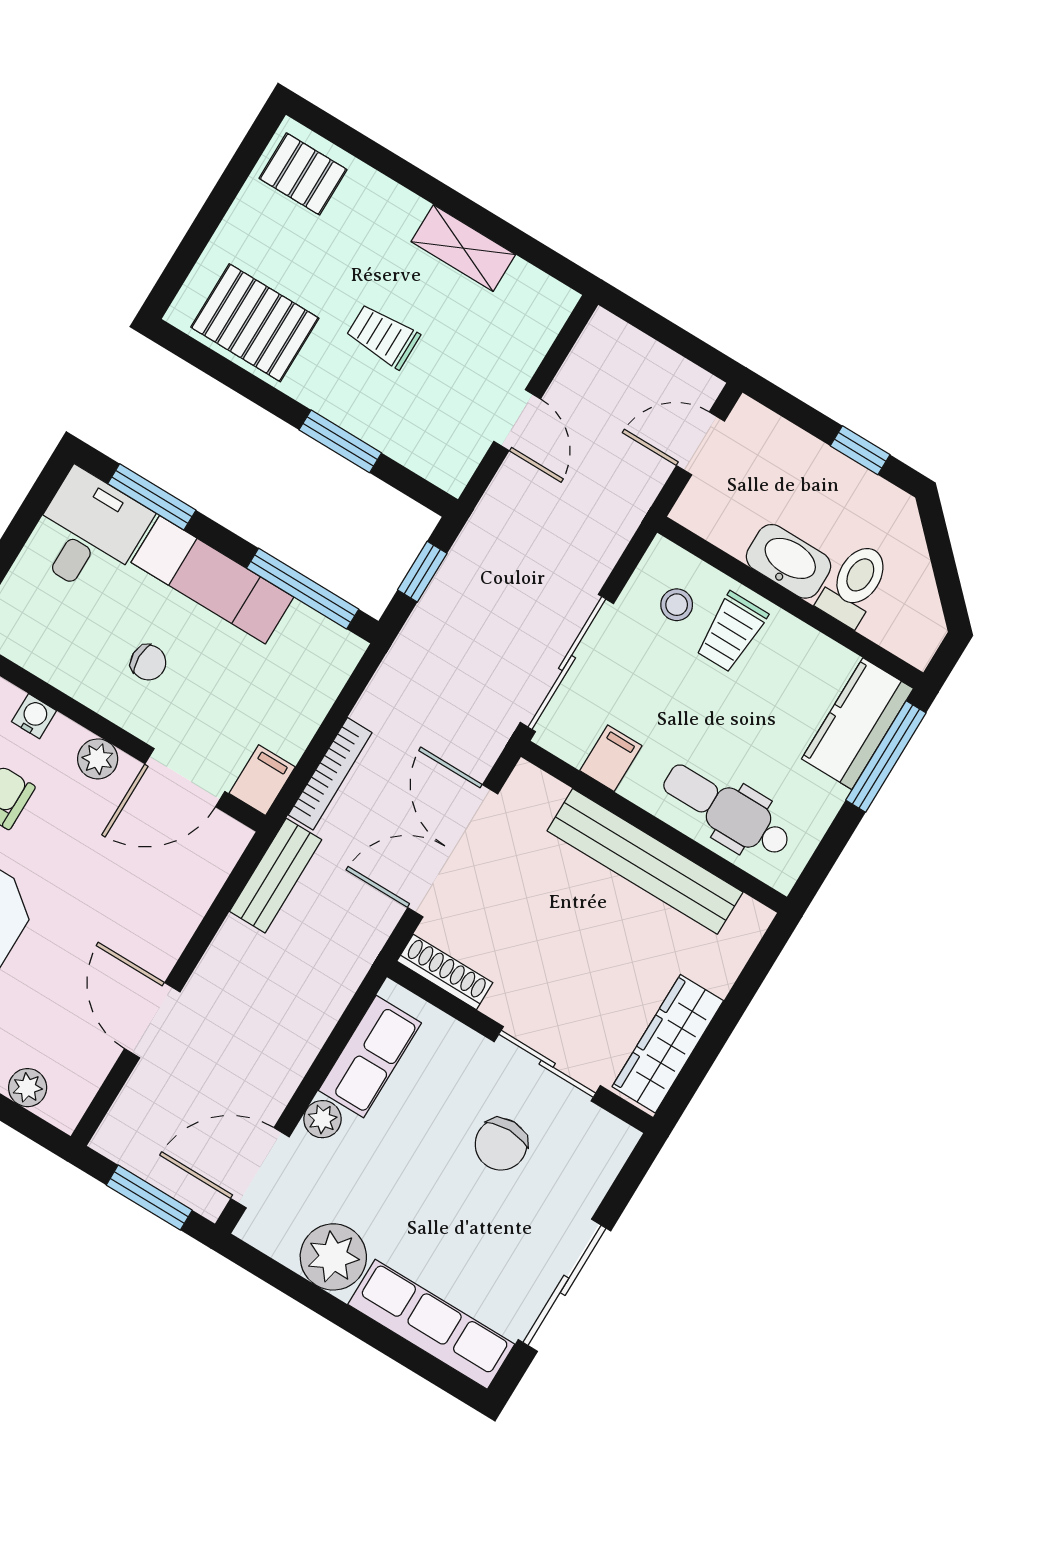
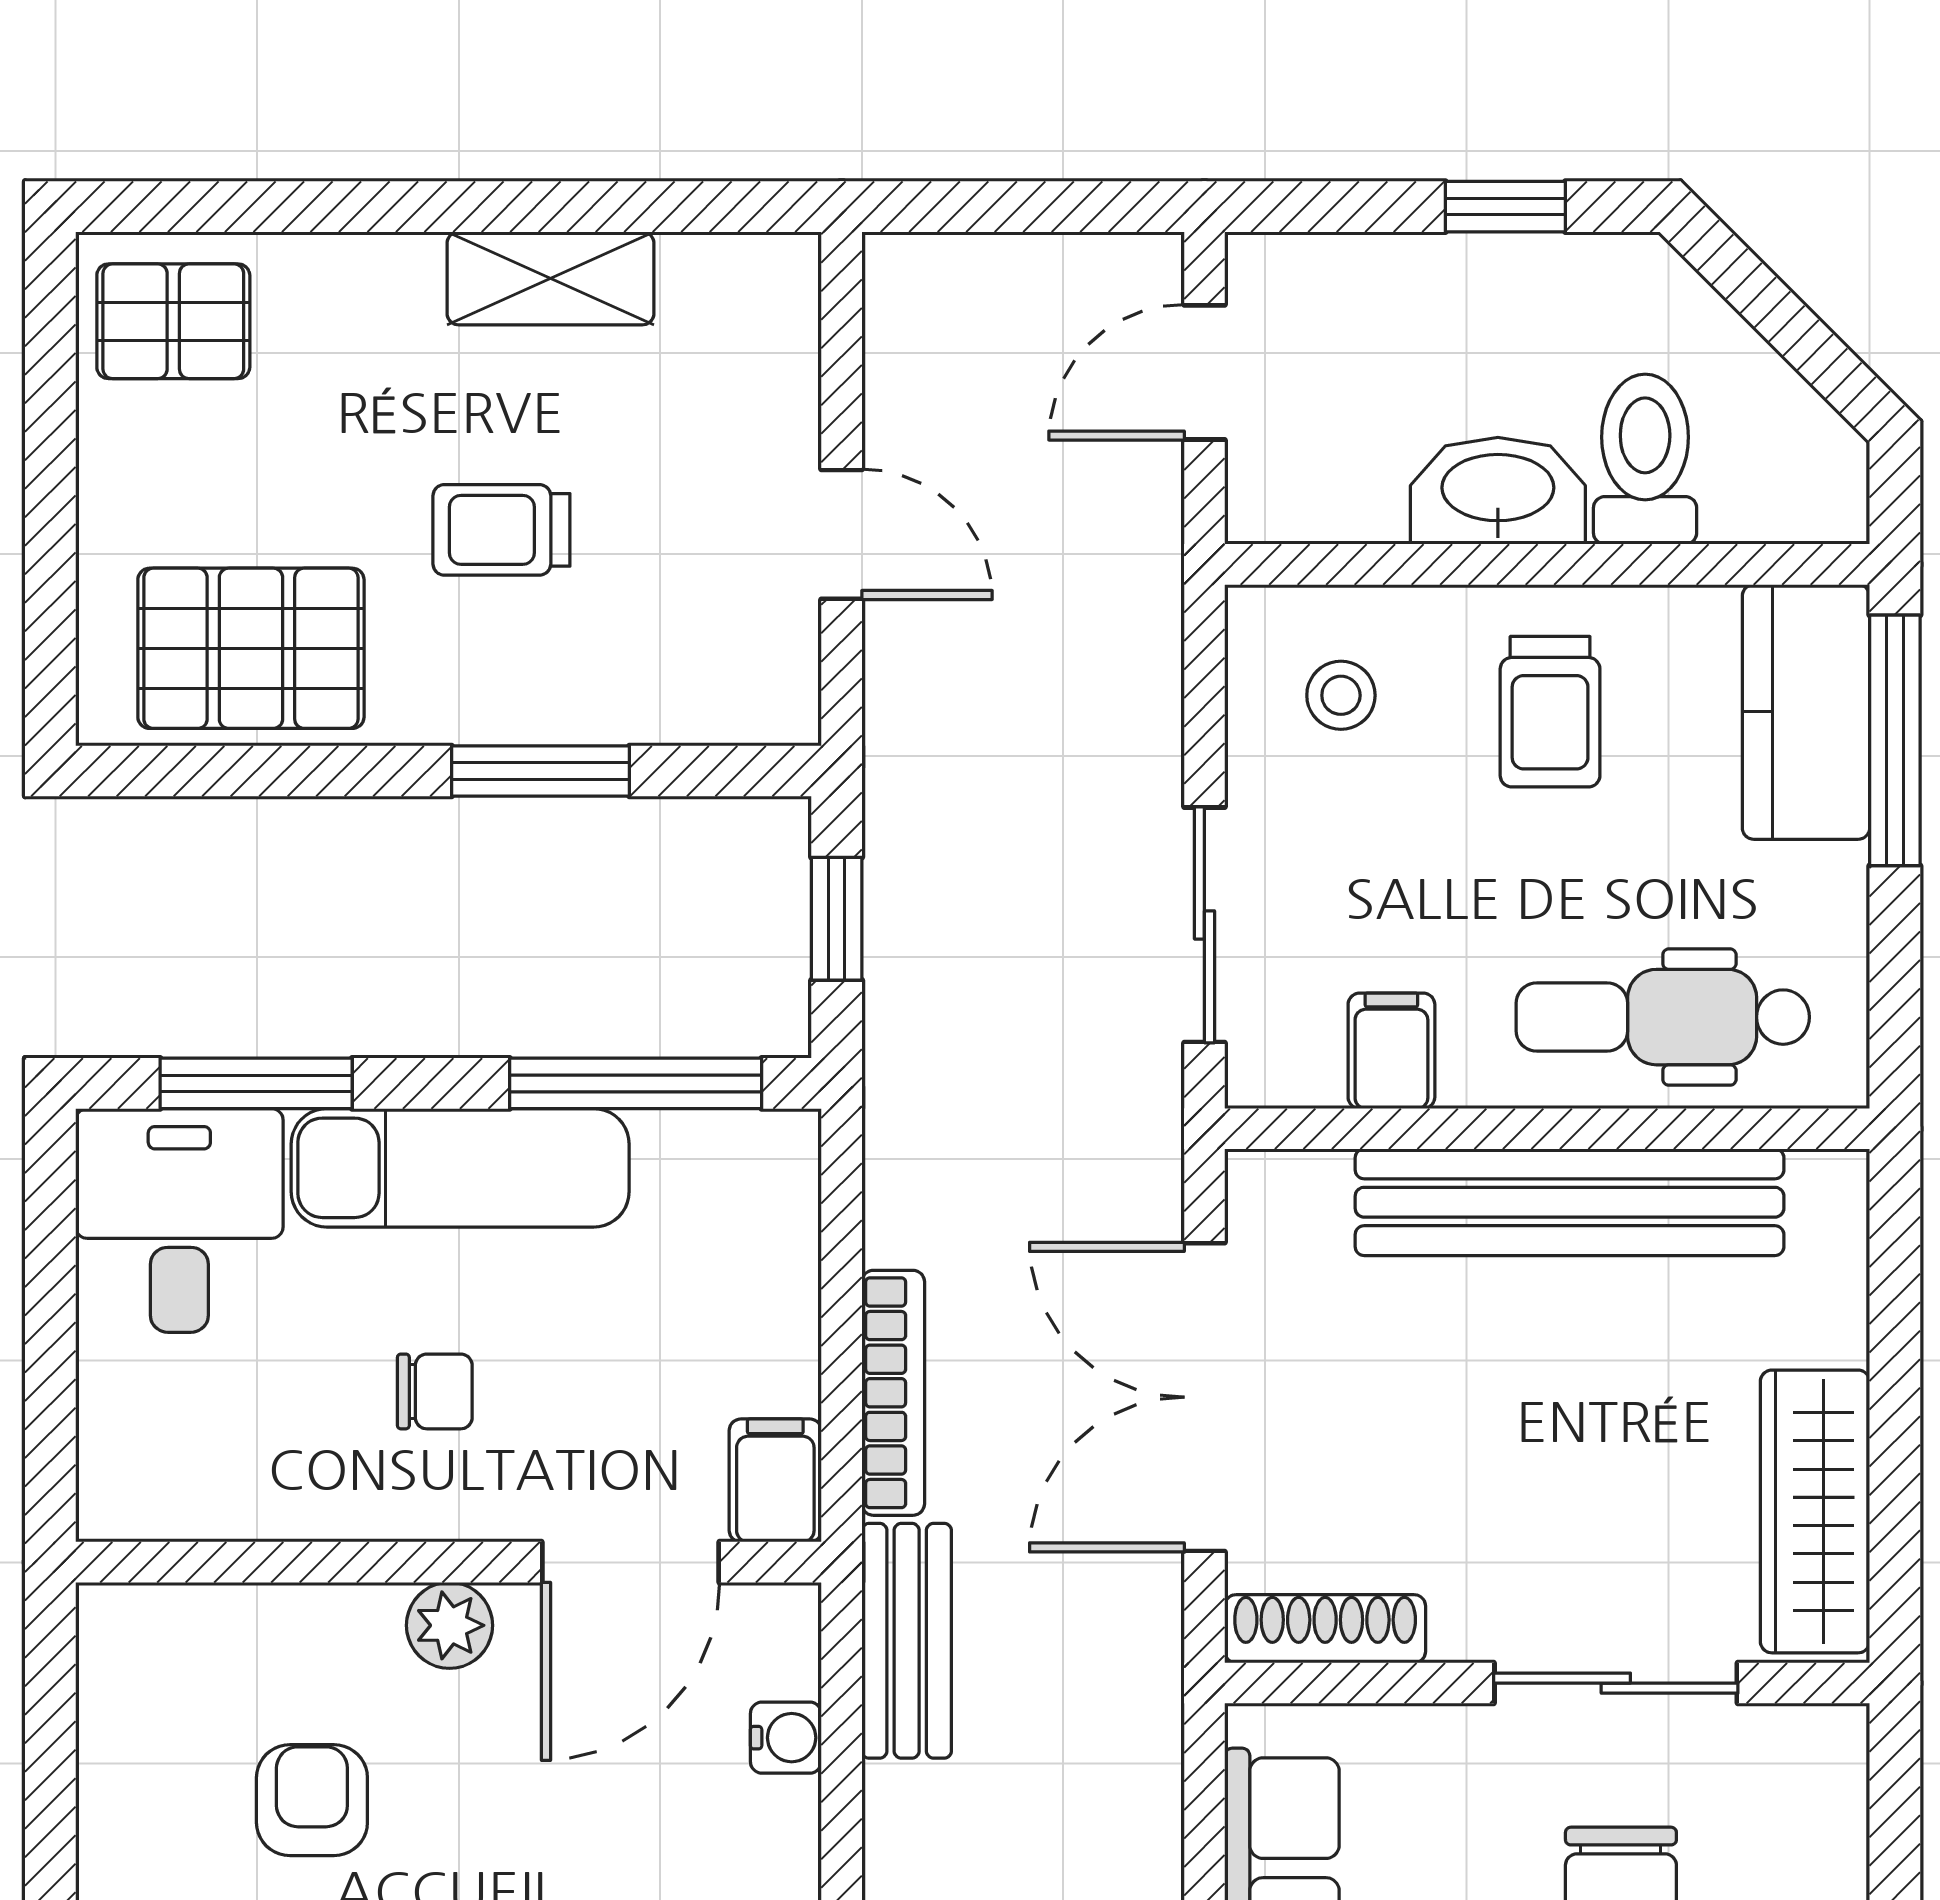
trolley: (731, 632) -> (1550, 712), moved
sliding door: (567, 663) -> (1204, 925), width x0.73
water cooler: (34, 716) -> (786, 1738), moved, turned 90

